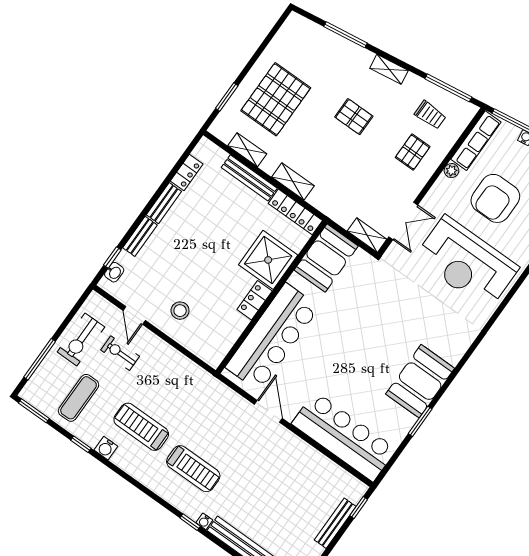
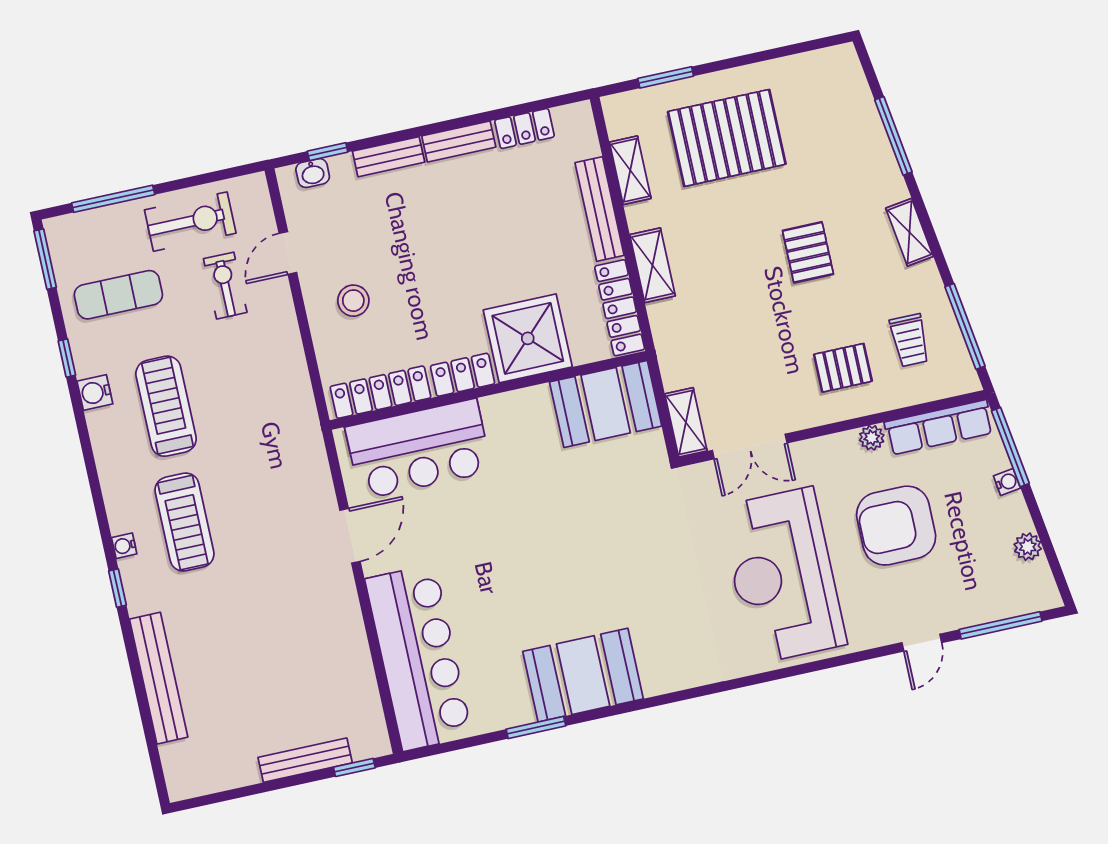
bar counter: (272, 337) -> (419, 449), width x0.73
exercise bike: (81, 339) -> (190, 222), turned 180
locker: (226, 339) -> (380, 392), added
water cooler: (204, 521) -> (124, 546), moved

